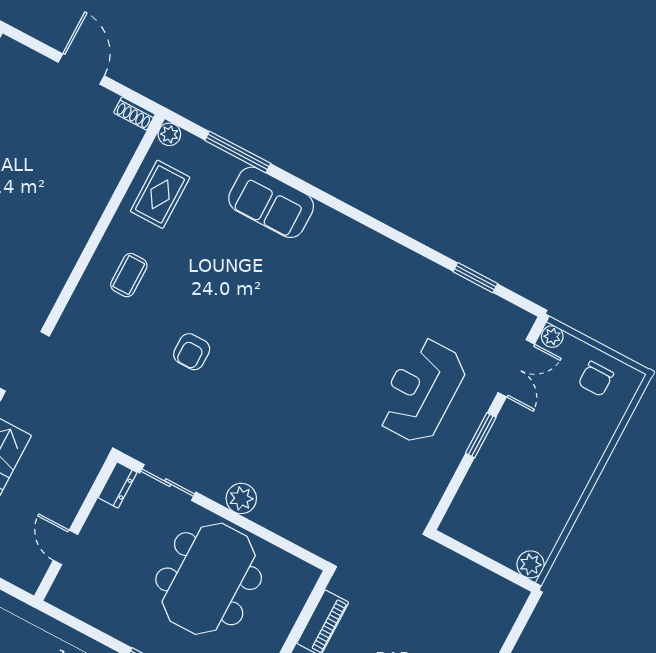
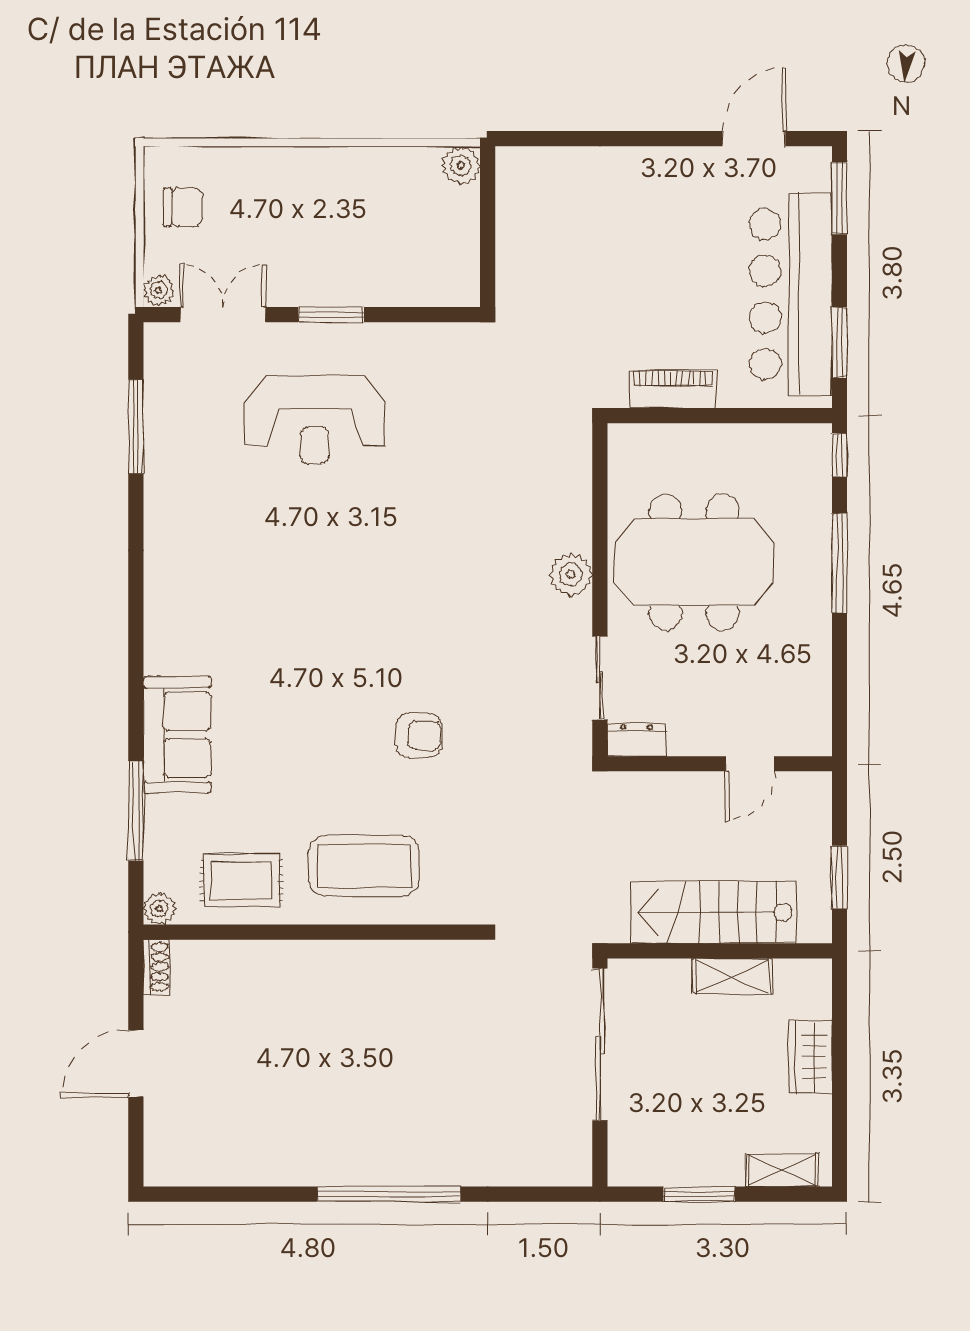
coffee table: (129, 275) -> (364, 866), width x1.86, depth x1.72
window: (475, 278) -> (136, 427), width x1.44

